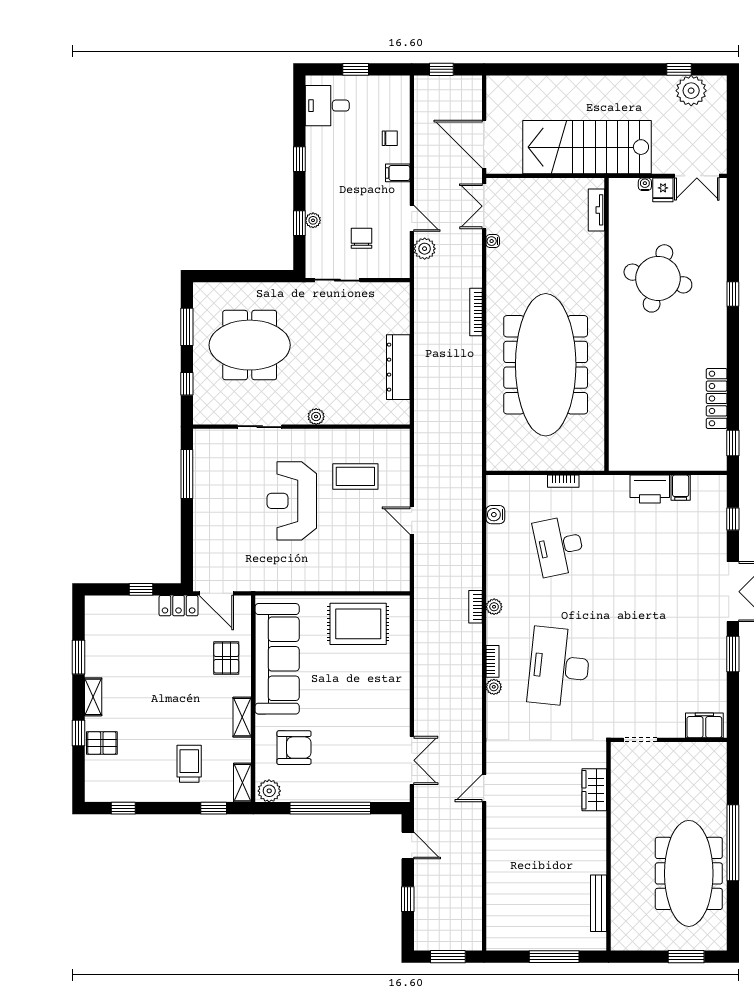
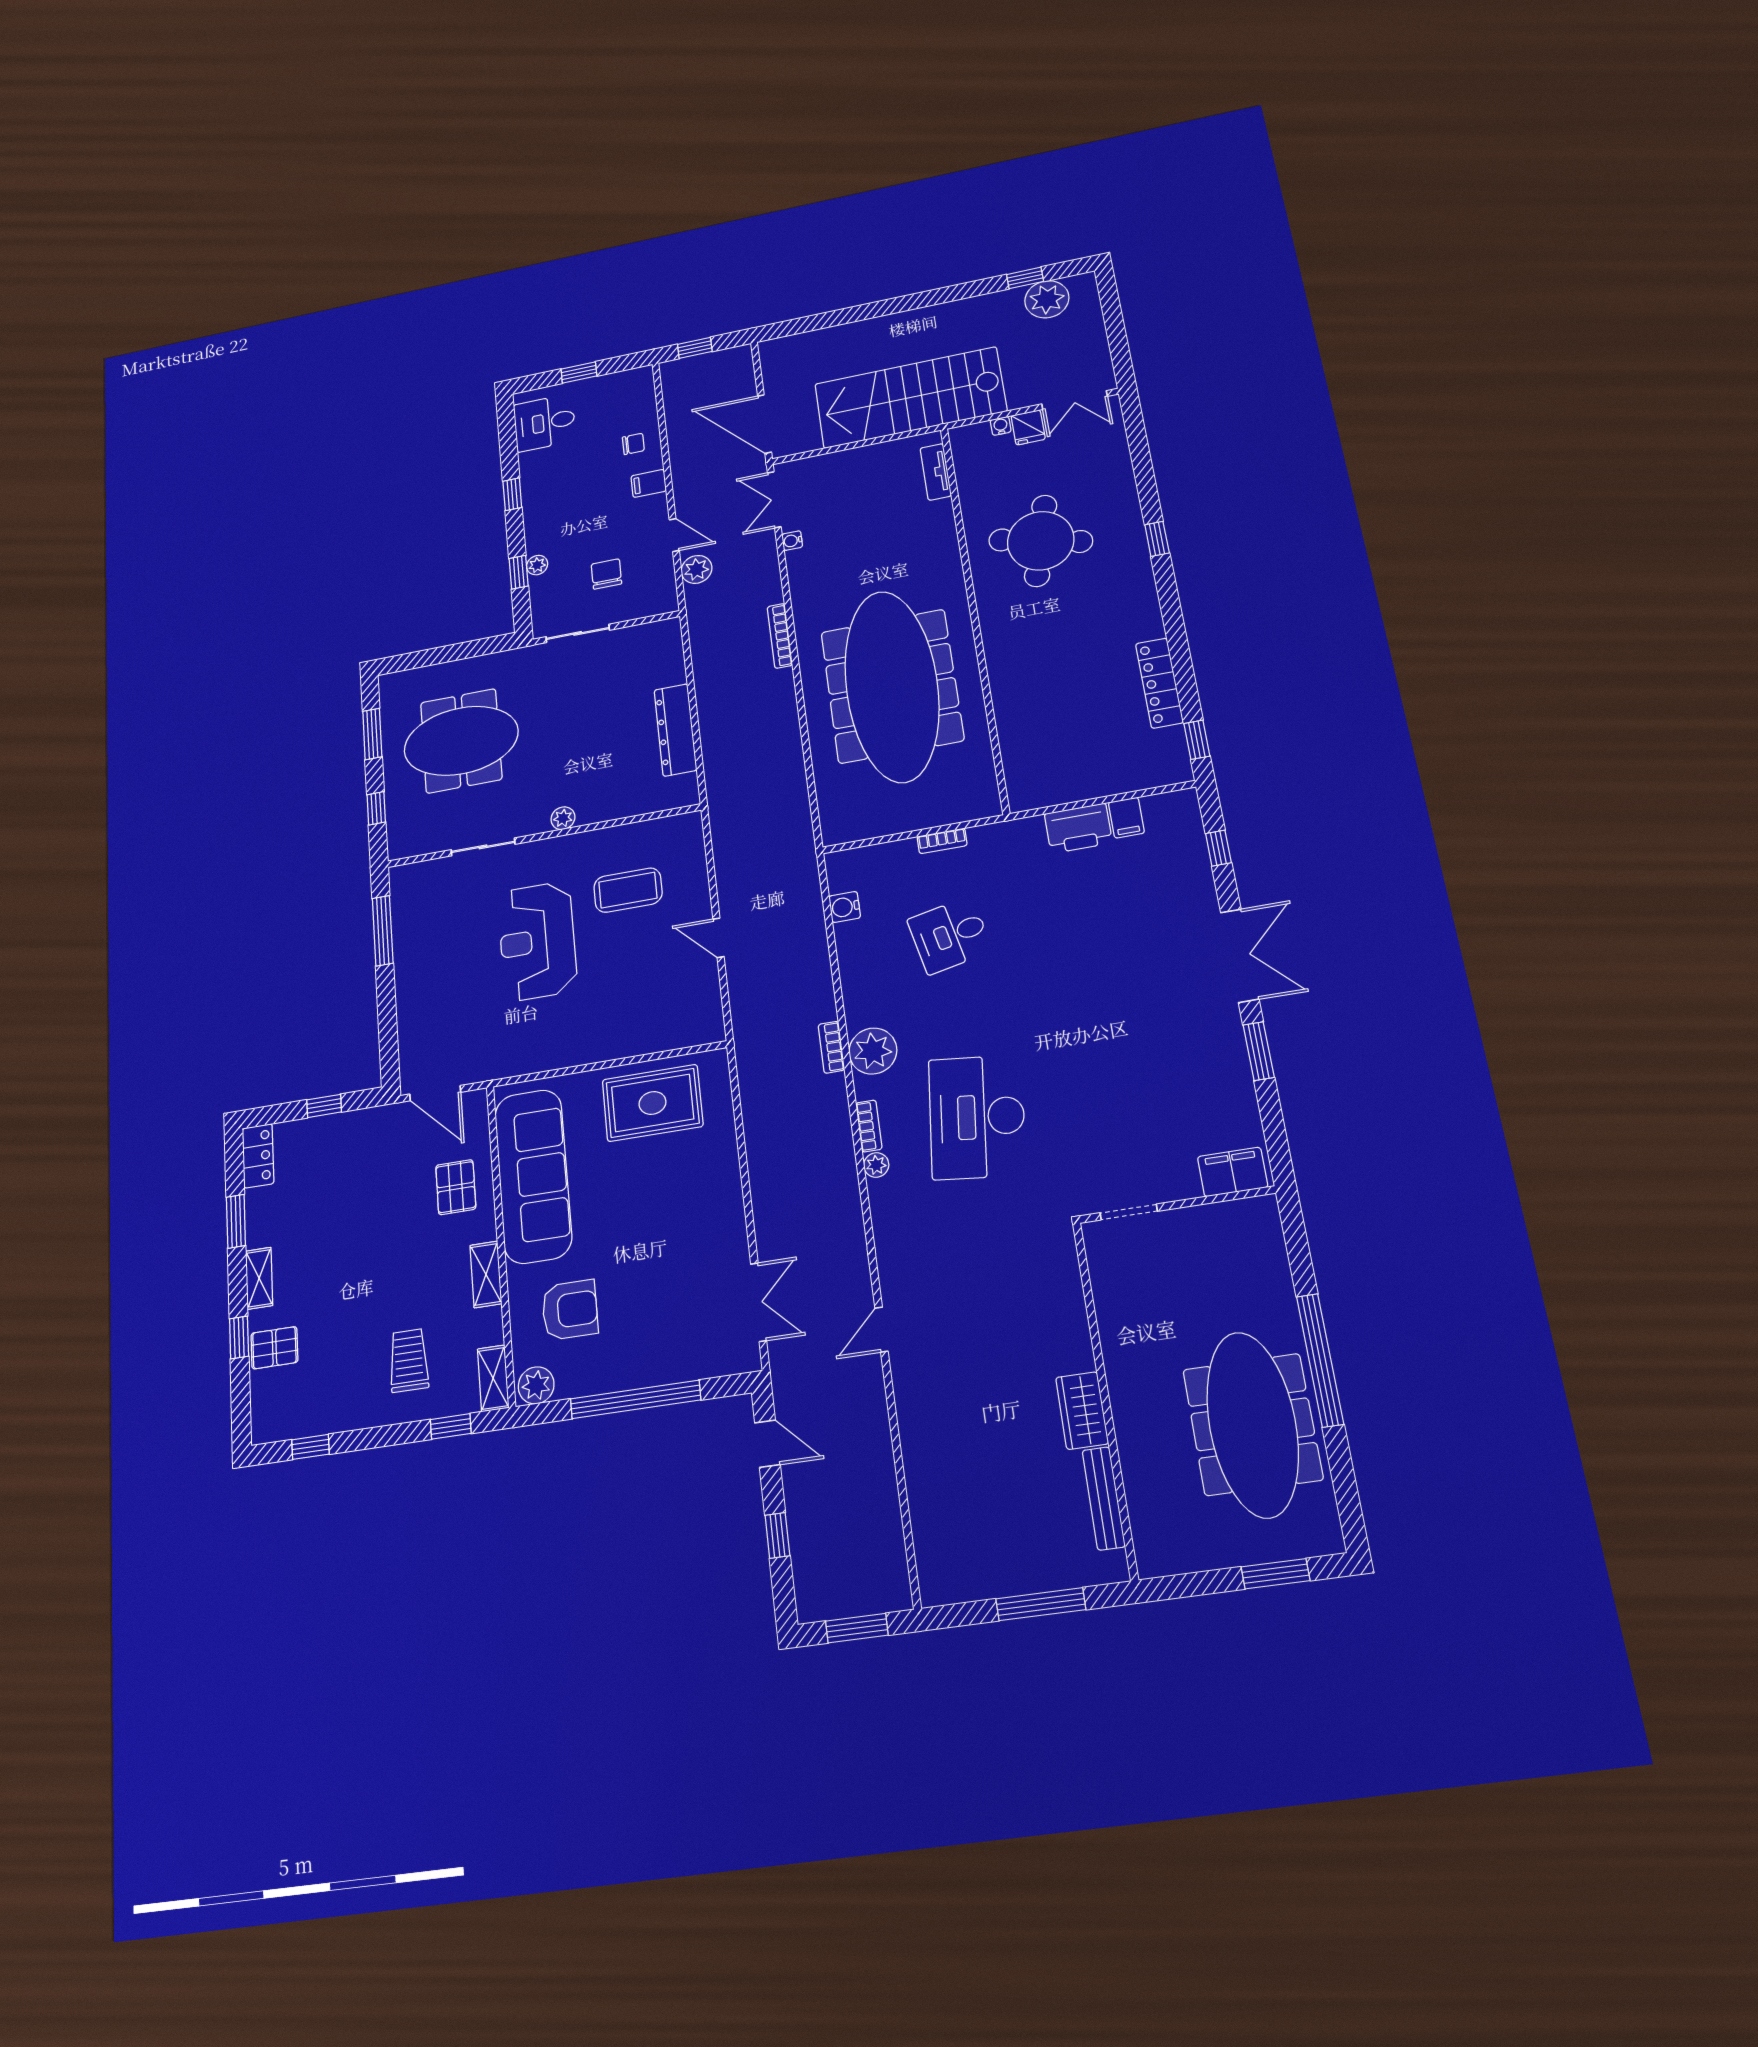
desk: (559, 546) -> (950, 935), width x0.73
locker: (179, 606) -> (258, 1156), moved, turned -90
plant: (494, 607) -> (873, 1051), width x1.88, depth x1.88
wardrobe: (594, 790) -> (1082, 1411), moved

